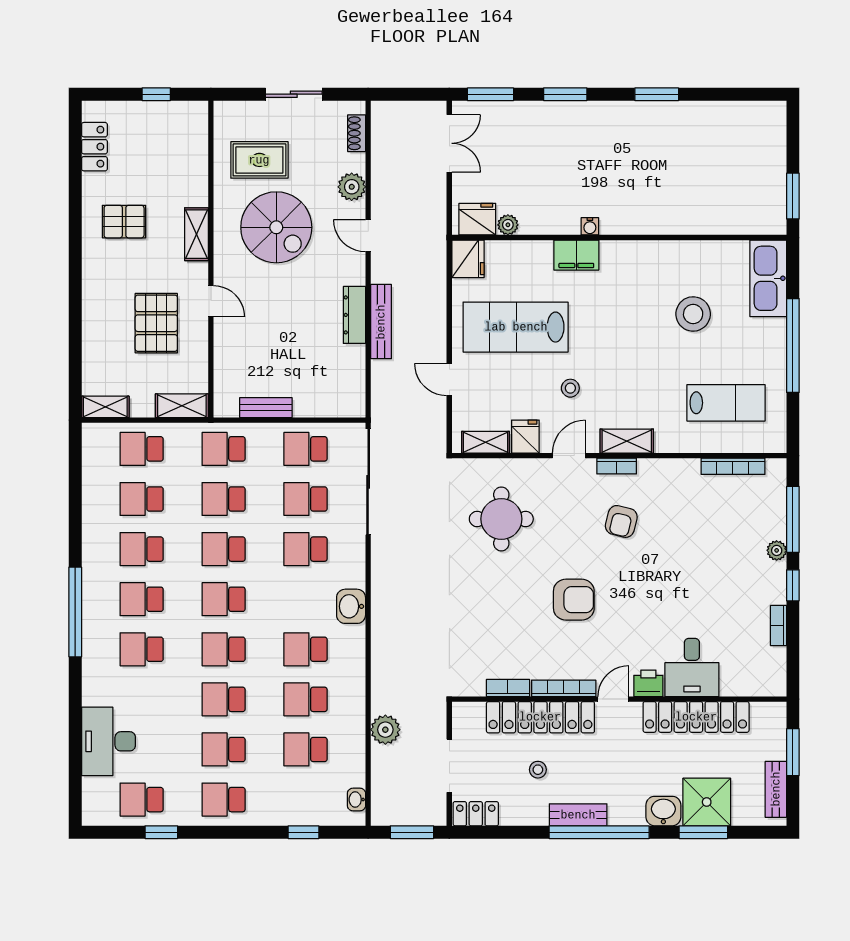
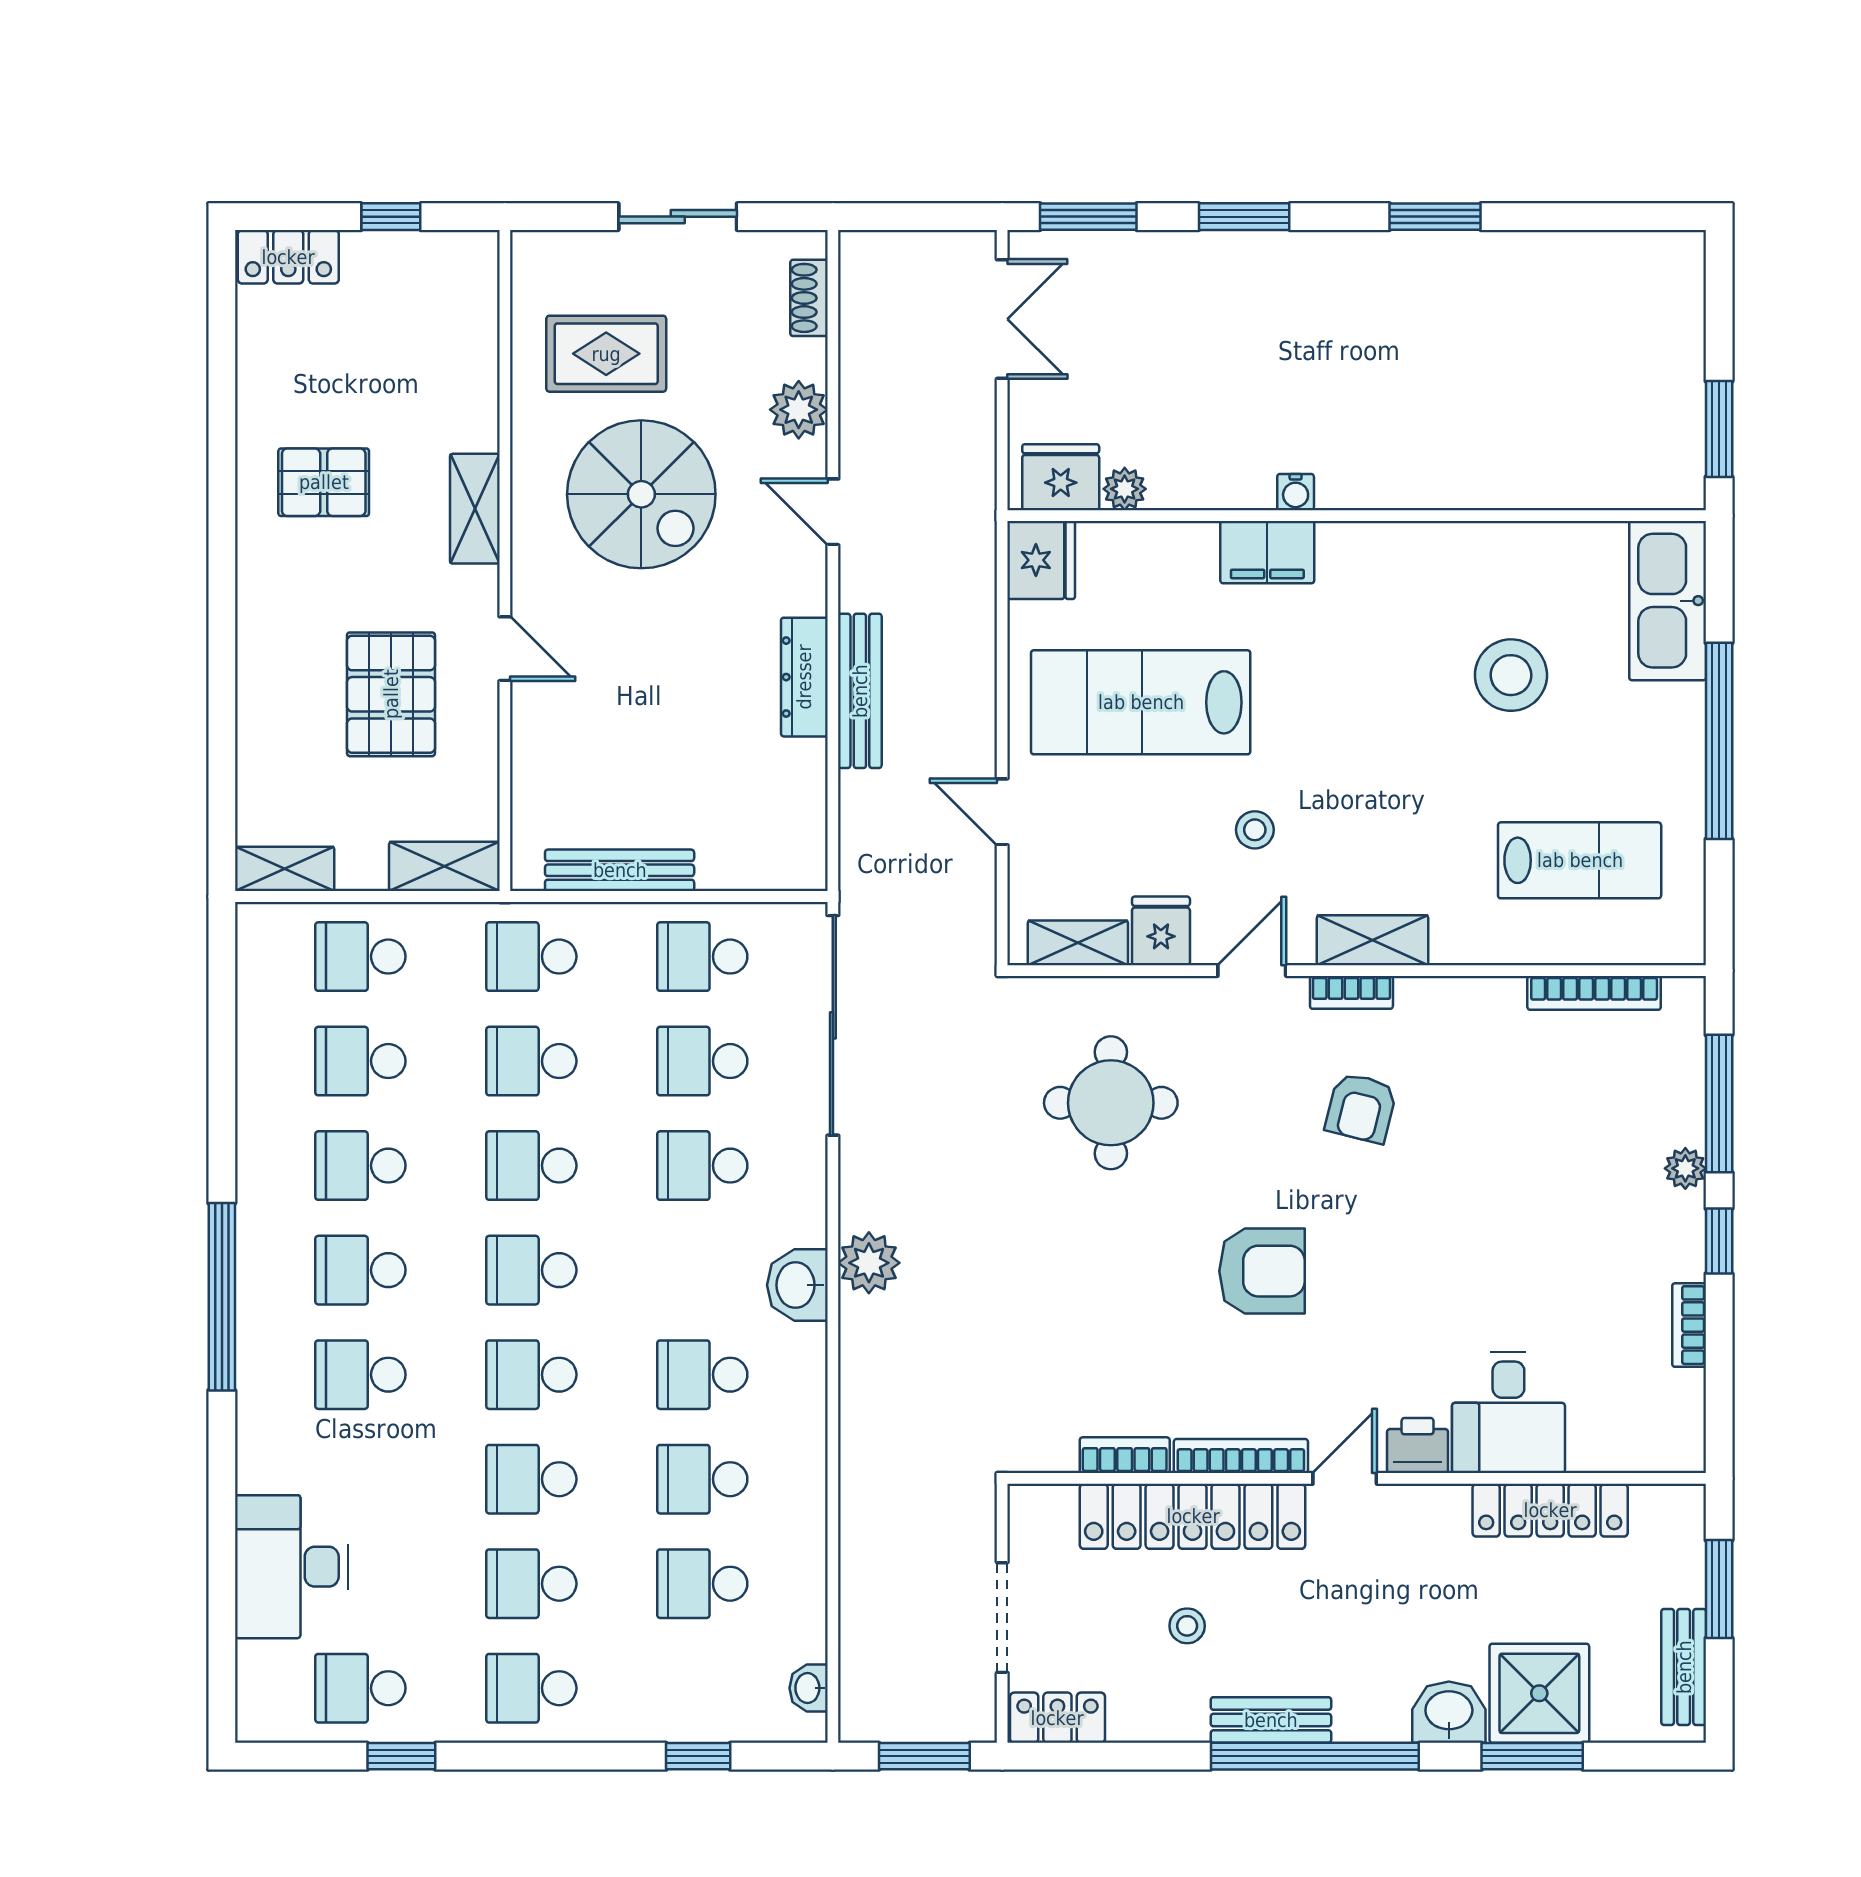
locker: (94, 147) -> (288, 257), moved, turned 90
bench: (266, 408) -> (620, 870), width x1.36
locker: (696, 717) -> (1550, 1510), width x0.71, depth x0.83
plant: (385, 730) -> (869, 1263), moved

